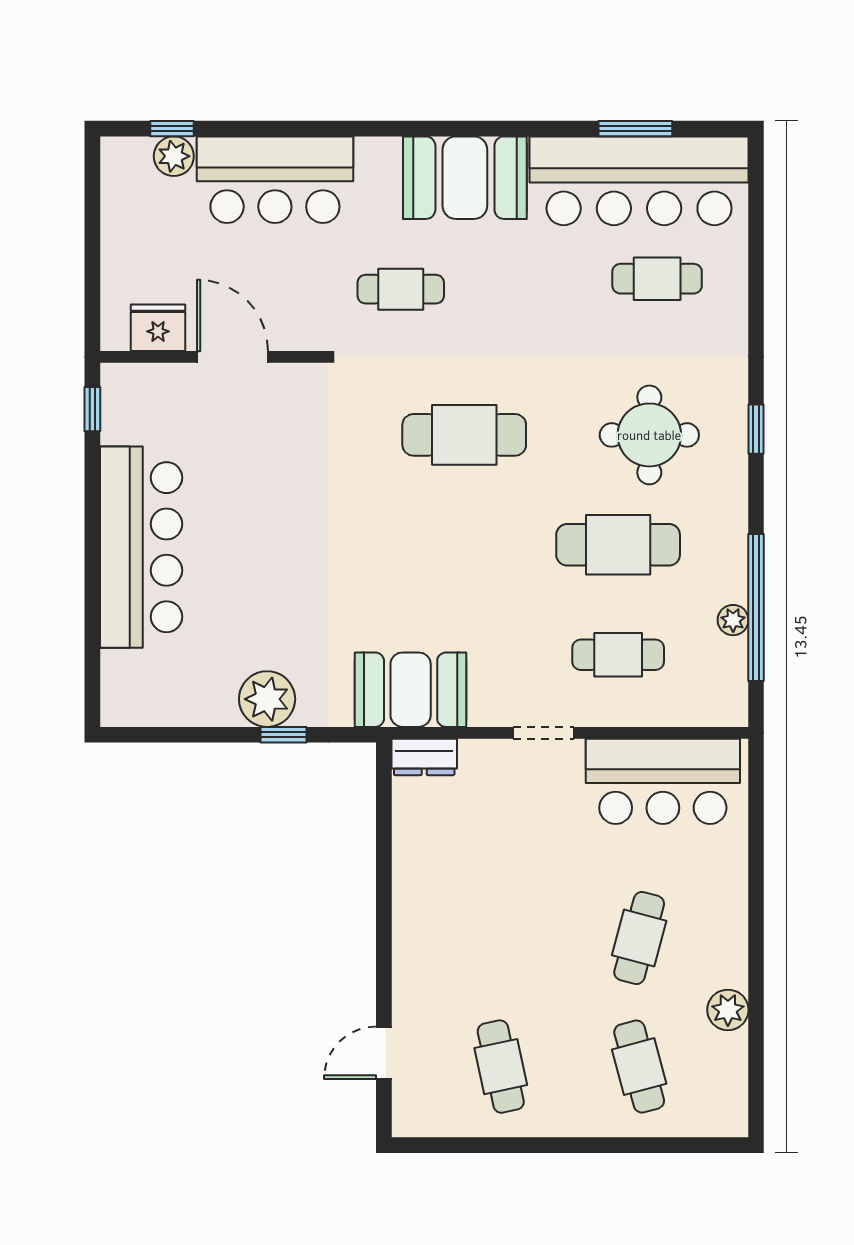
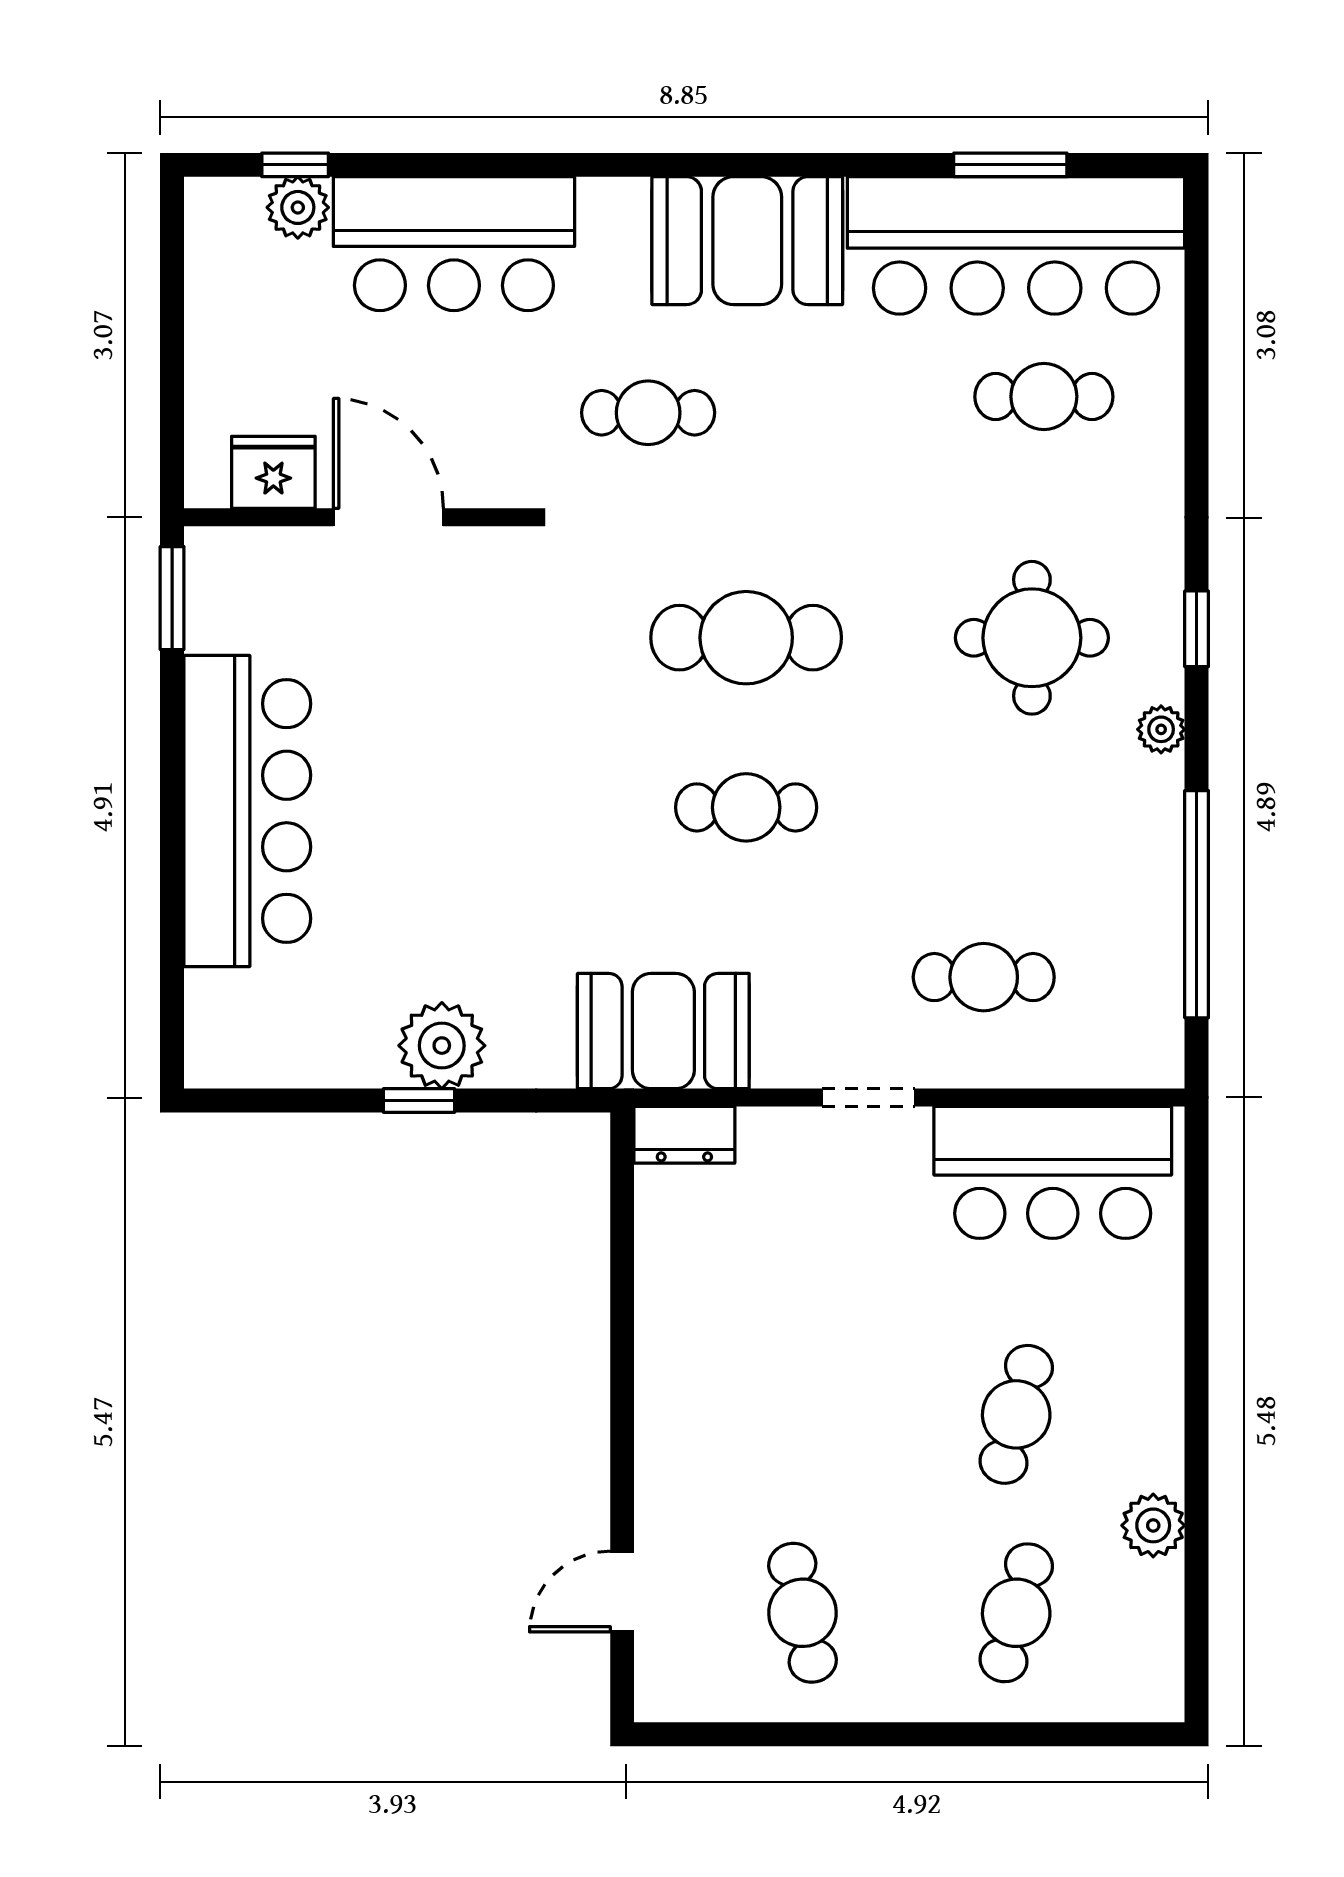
window: (92, 409) -> (172, 598), width x1.50
cafe table: (618, 545) -> (746, 807), moved, width x0.73, depth x0.74
plant: (733, 620) -> (1161, 729), moved
window: (284, 735) -> (419, 1101), moved
cafe table: (639, 1067) -> (1016, 1613), turned 30

